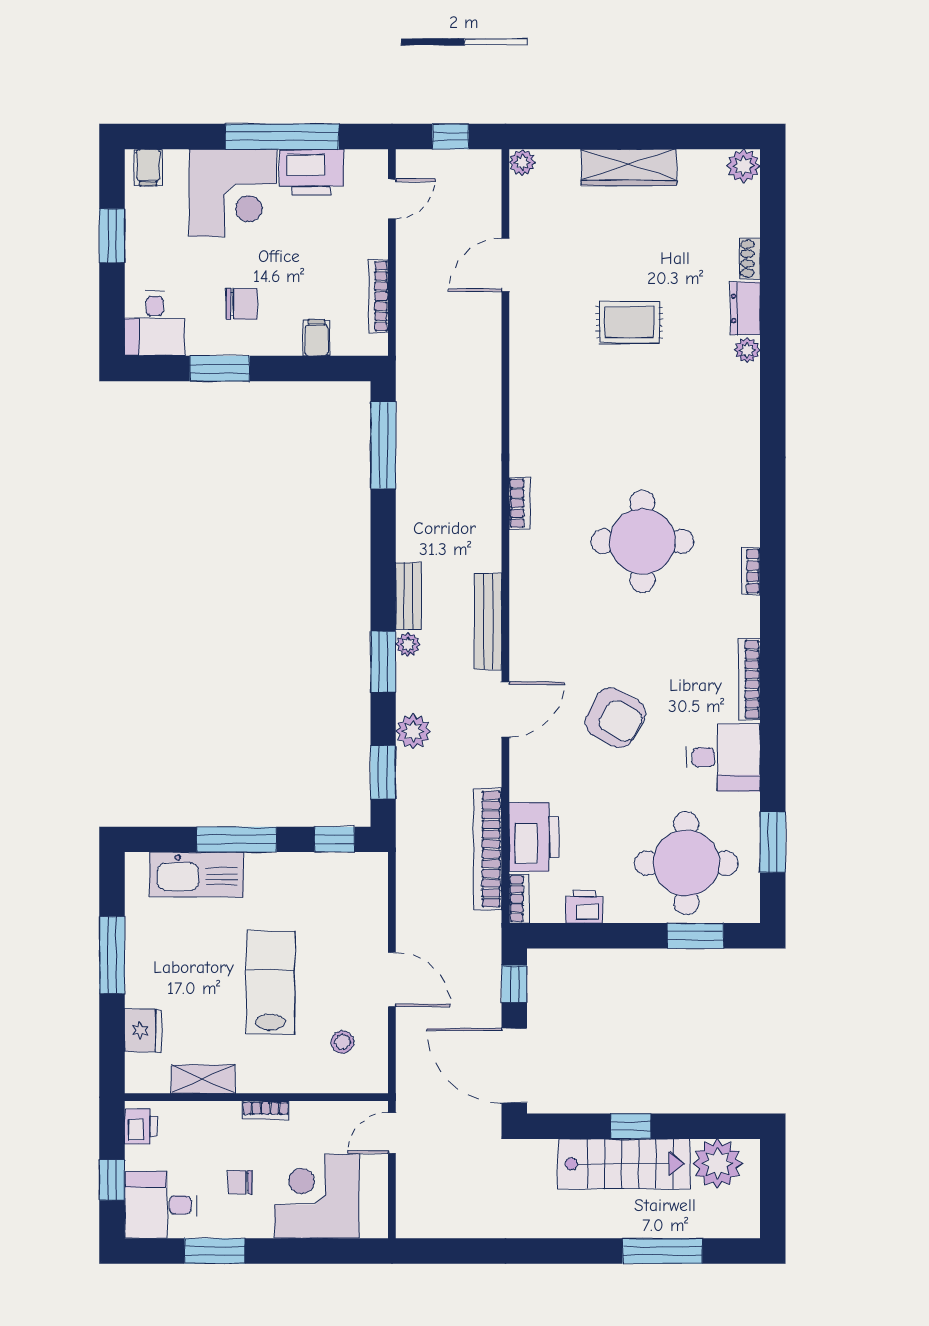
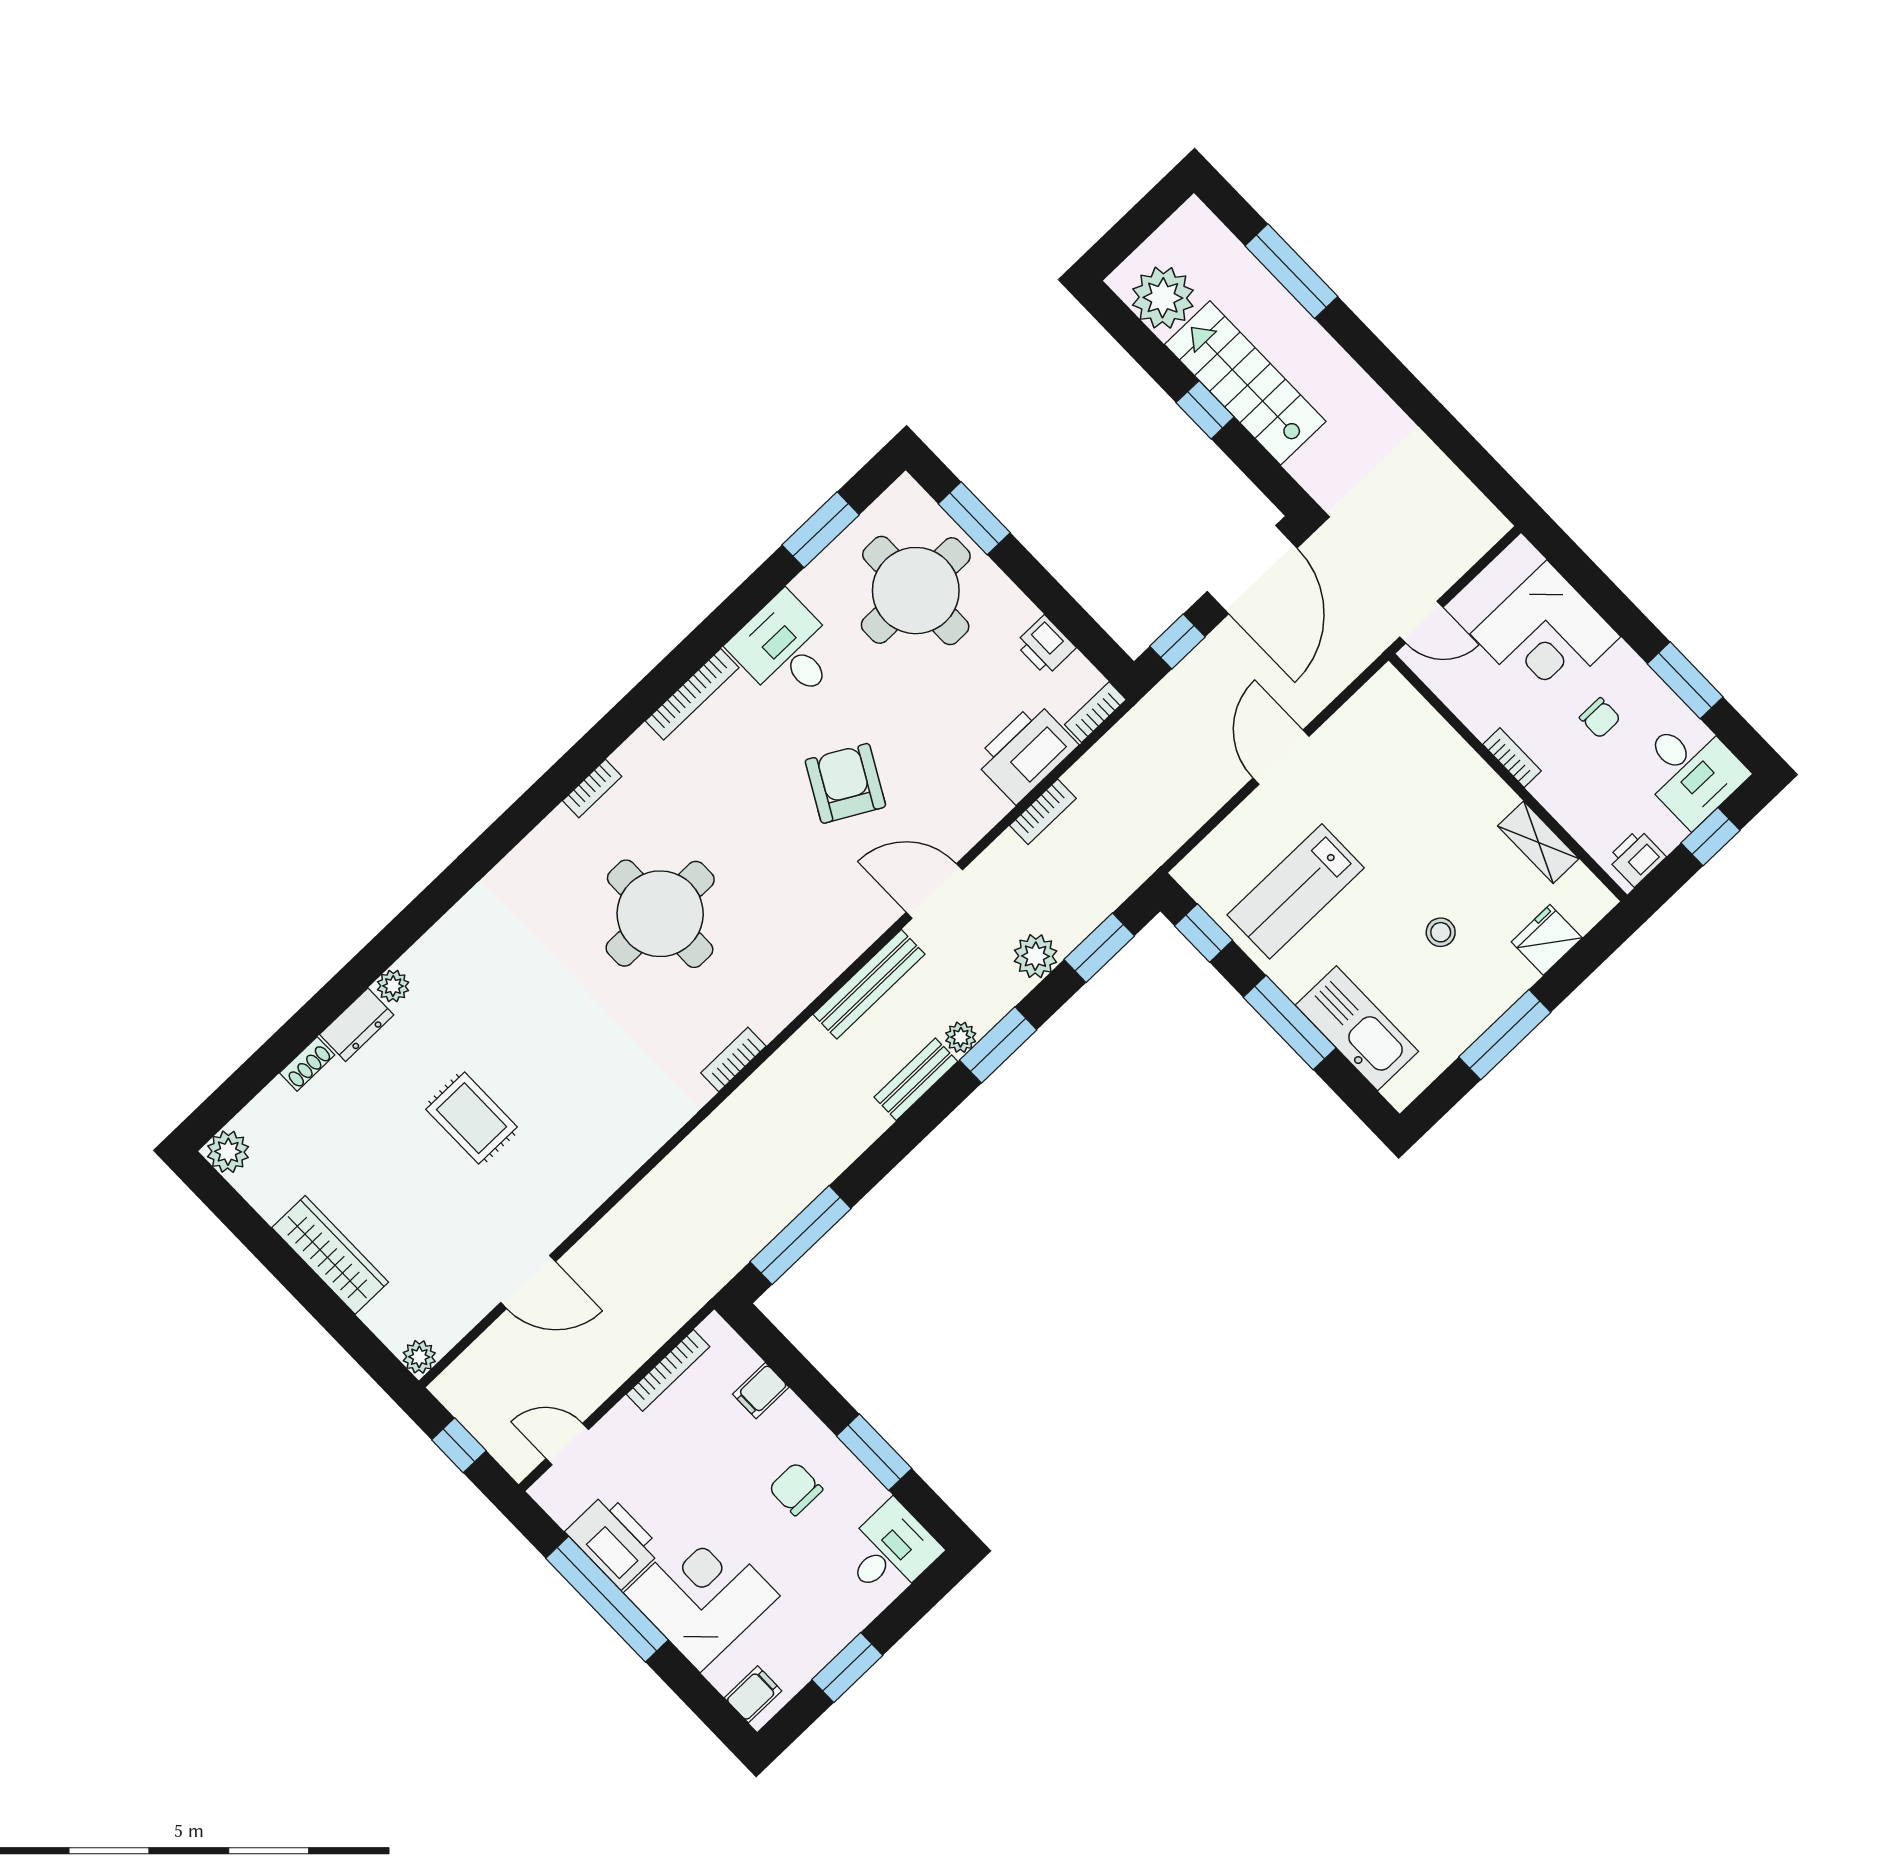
bookcase: (488, 849) -> (1043, 812), width x0.43, depth x0.76
lab bench: (271, 983) -> (1296, 891), moved
stool: (342, 1042) -> (1441, 932), moved

